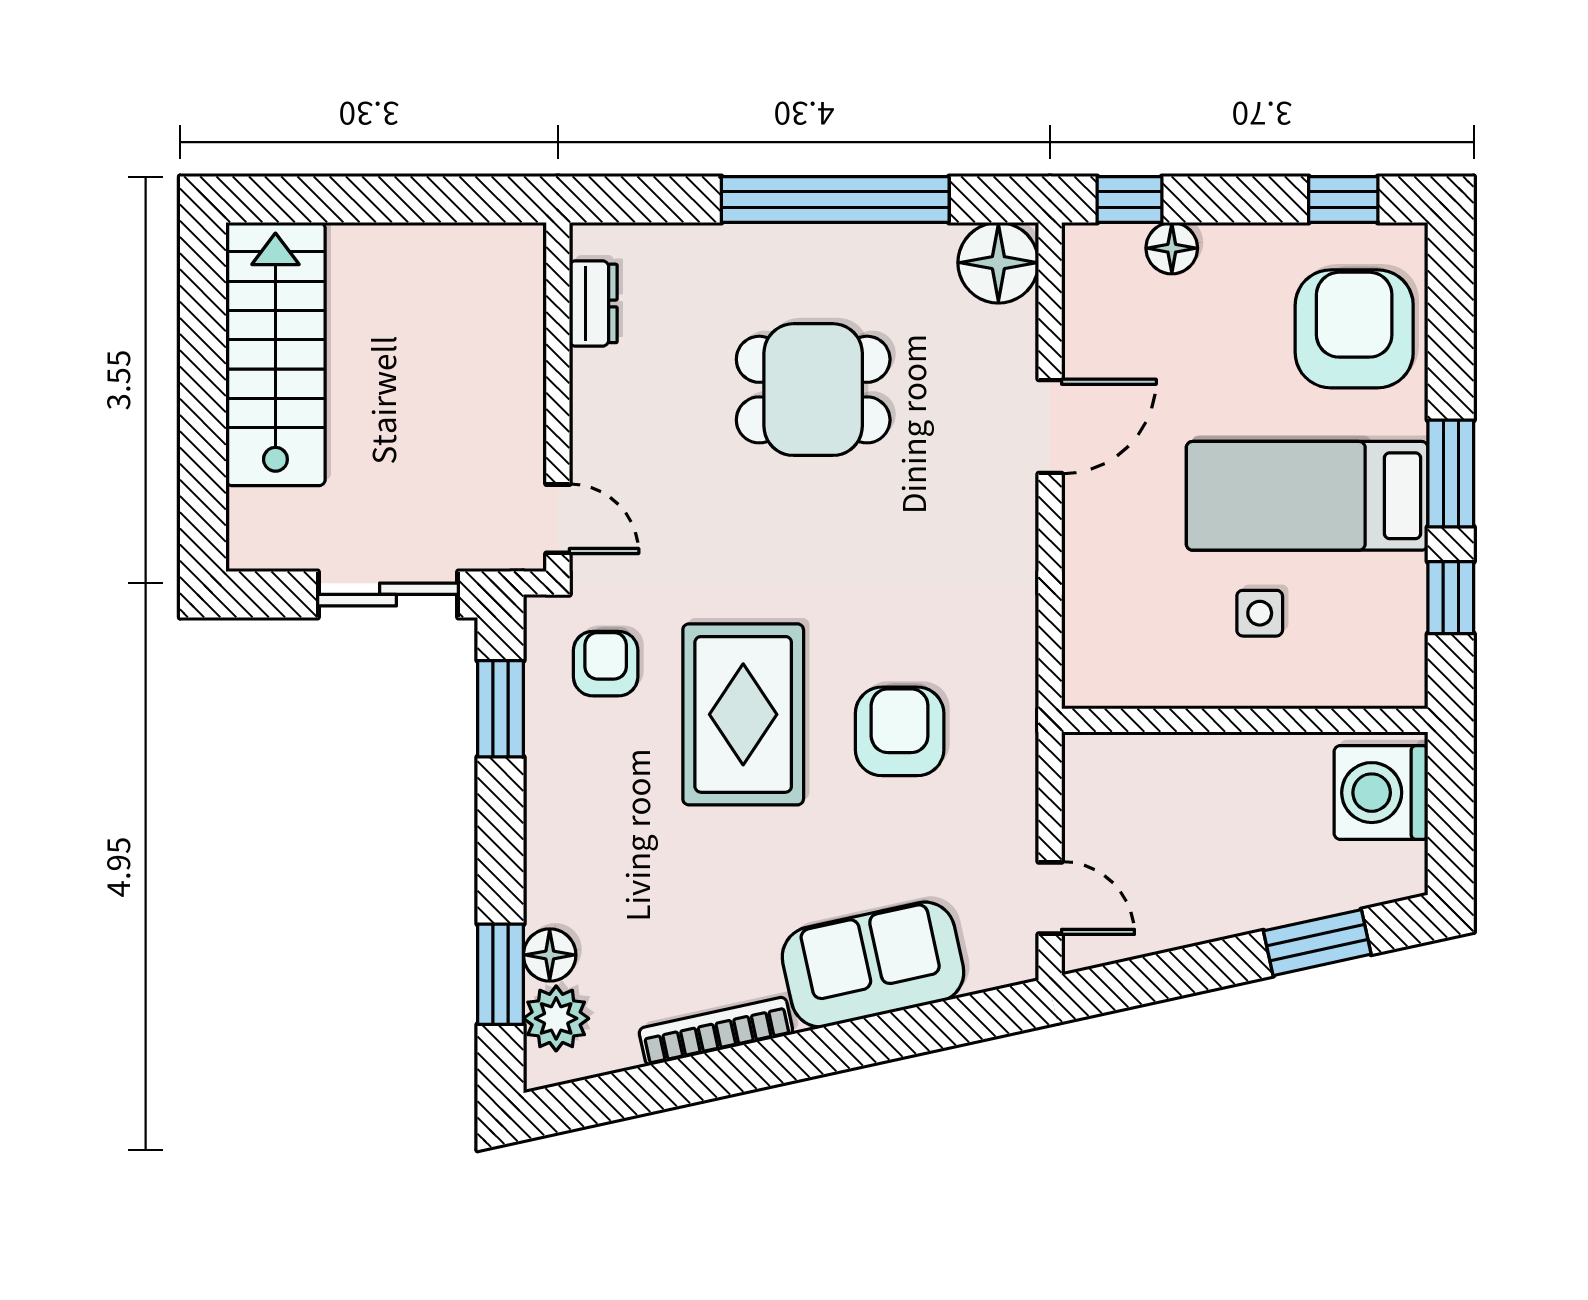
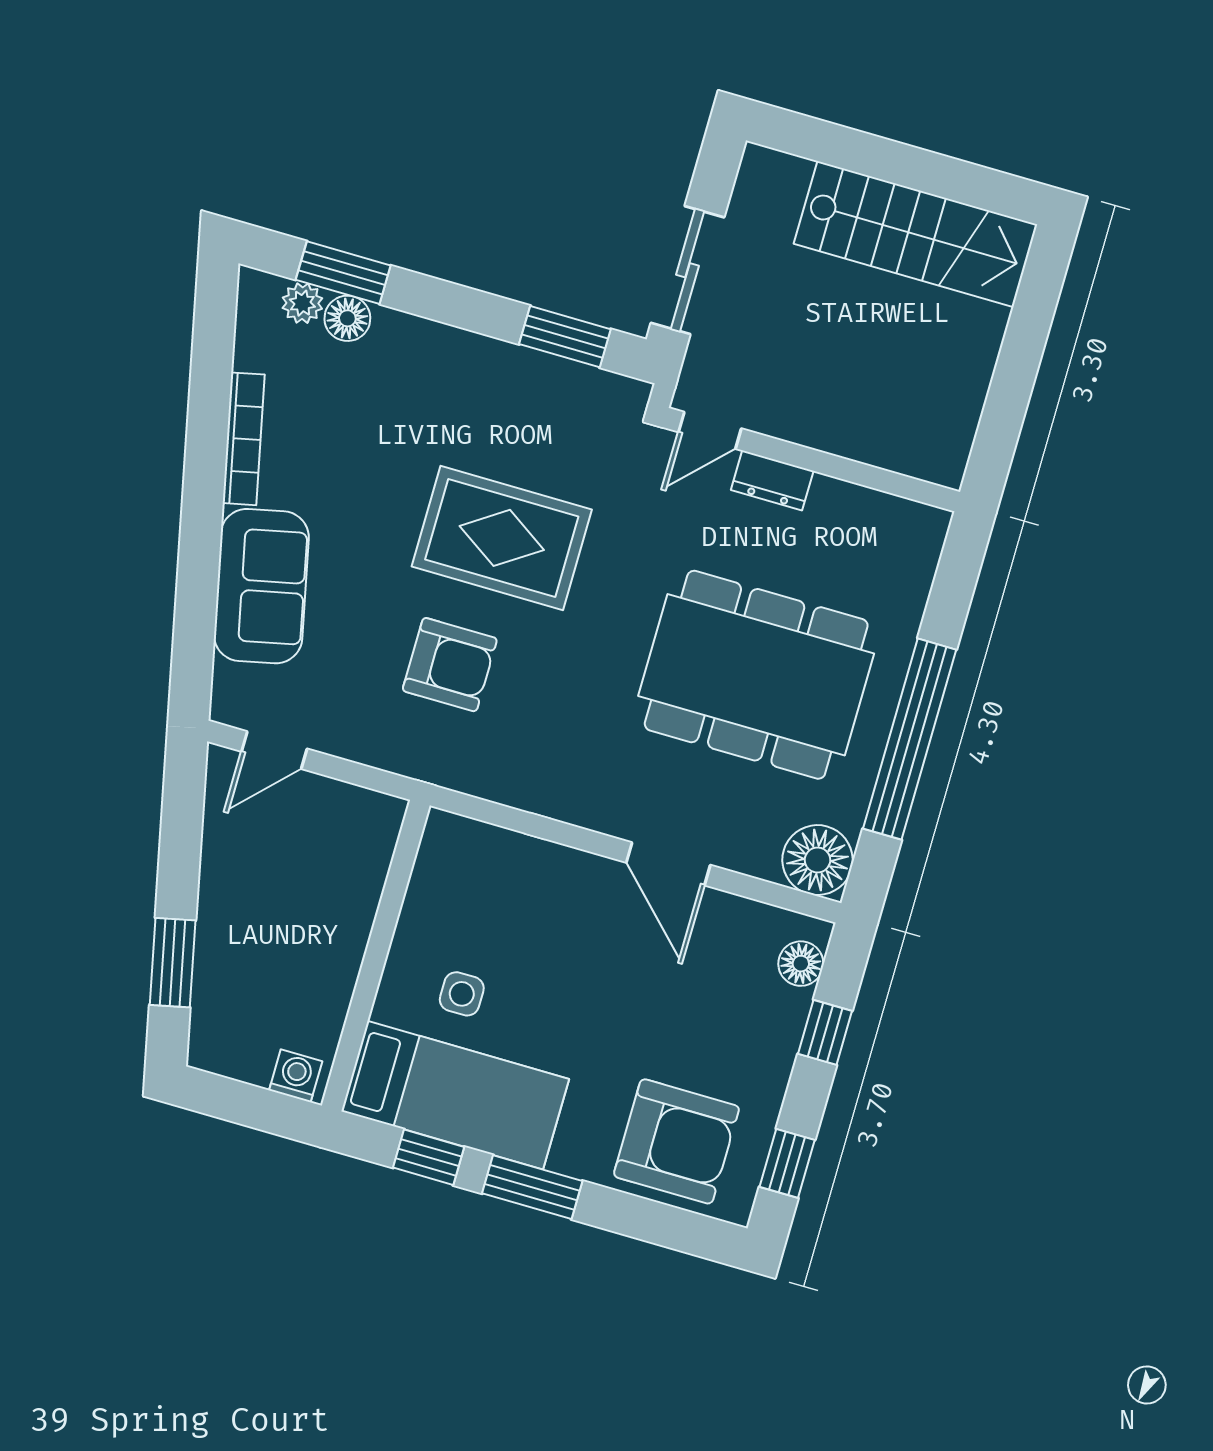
window: (1129, 199) -> (825, 1032), moved
floor lamp: (1172, 248) -> (801, 964), moved
dresser: (593, 303) -> (772, 480), moved
dining table: (813, 390) -> (756, 675), width x1.88, depth x1.24
bed: (1307, 496) -> (455, 1095), moved, turned 90
armchair: (606, 664) -> (577, 435), removed
washing machine: (1381, 793) -> (296, 1076), width x0.53, depth x0.53
plant: (556, 1018) -> (302, 303), width x0.73, depth x0.73

